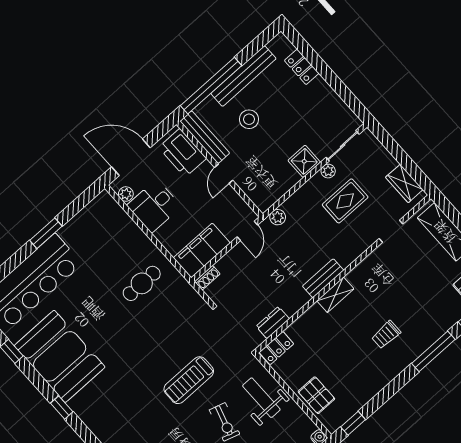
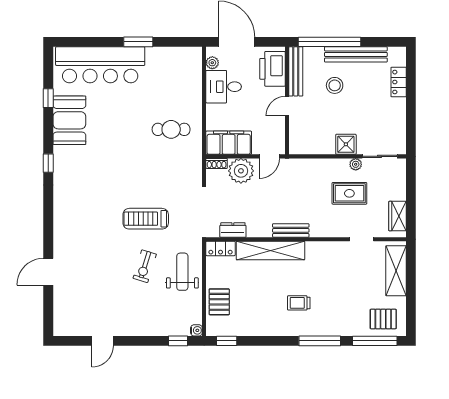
plant: (278, 217) -> (241, 171), moved, width x1.87, depth x1.87
shelving: (335, 295) -> (270, 250), width x2.20, depth x1.33
booth: (60, 356) -> (69, 120), width x0.73, depth x0.70

